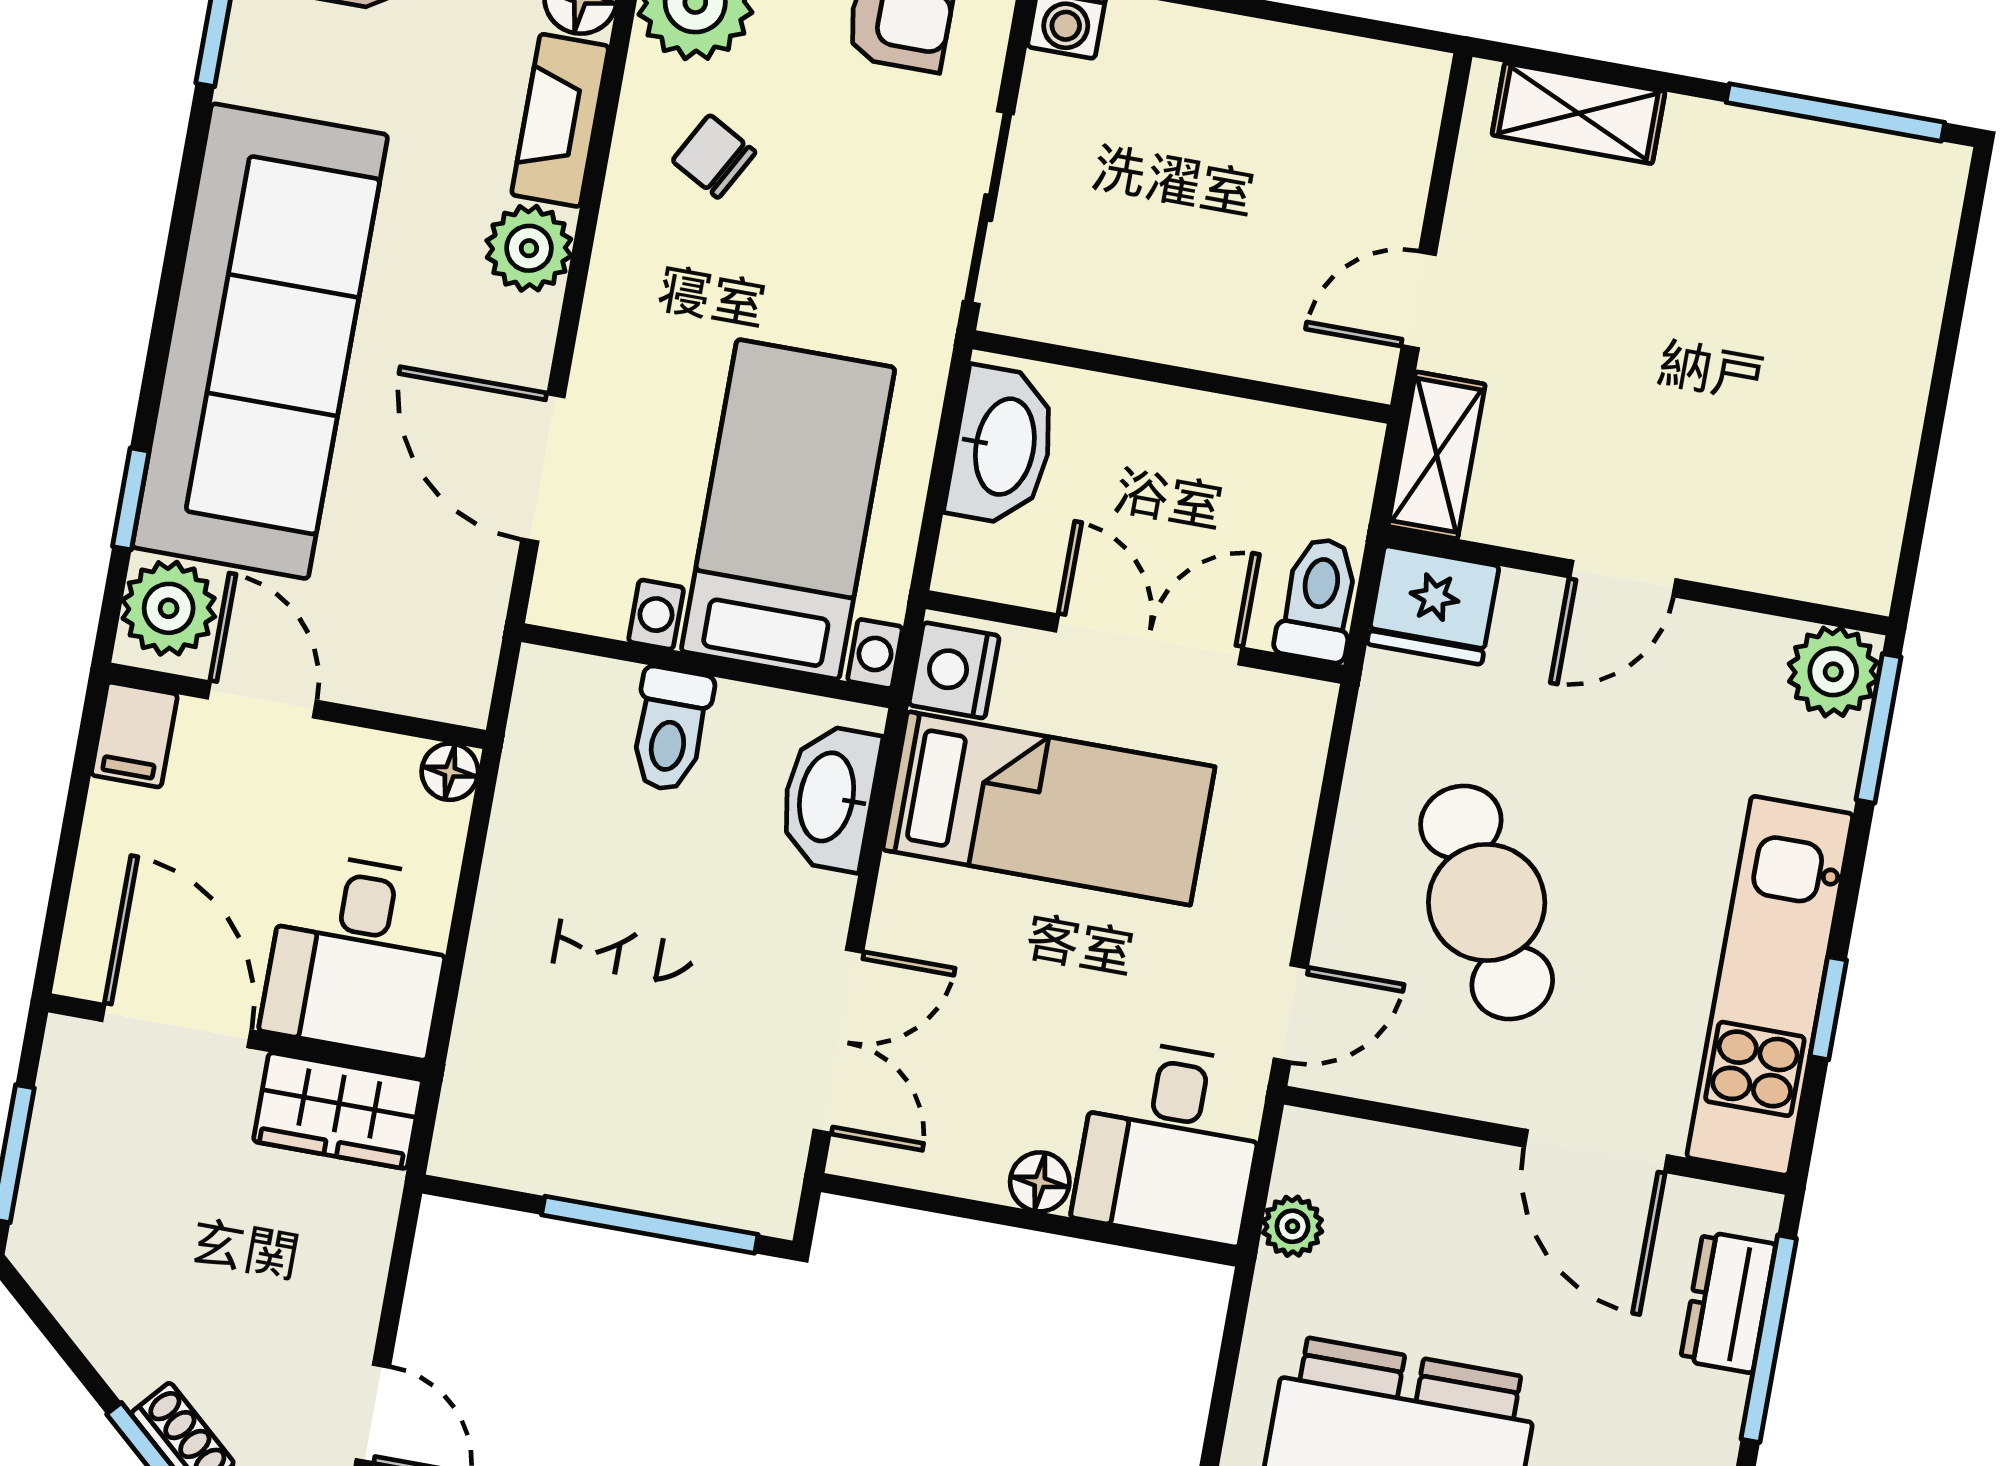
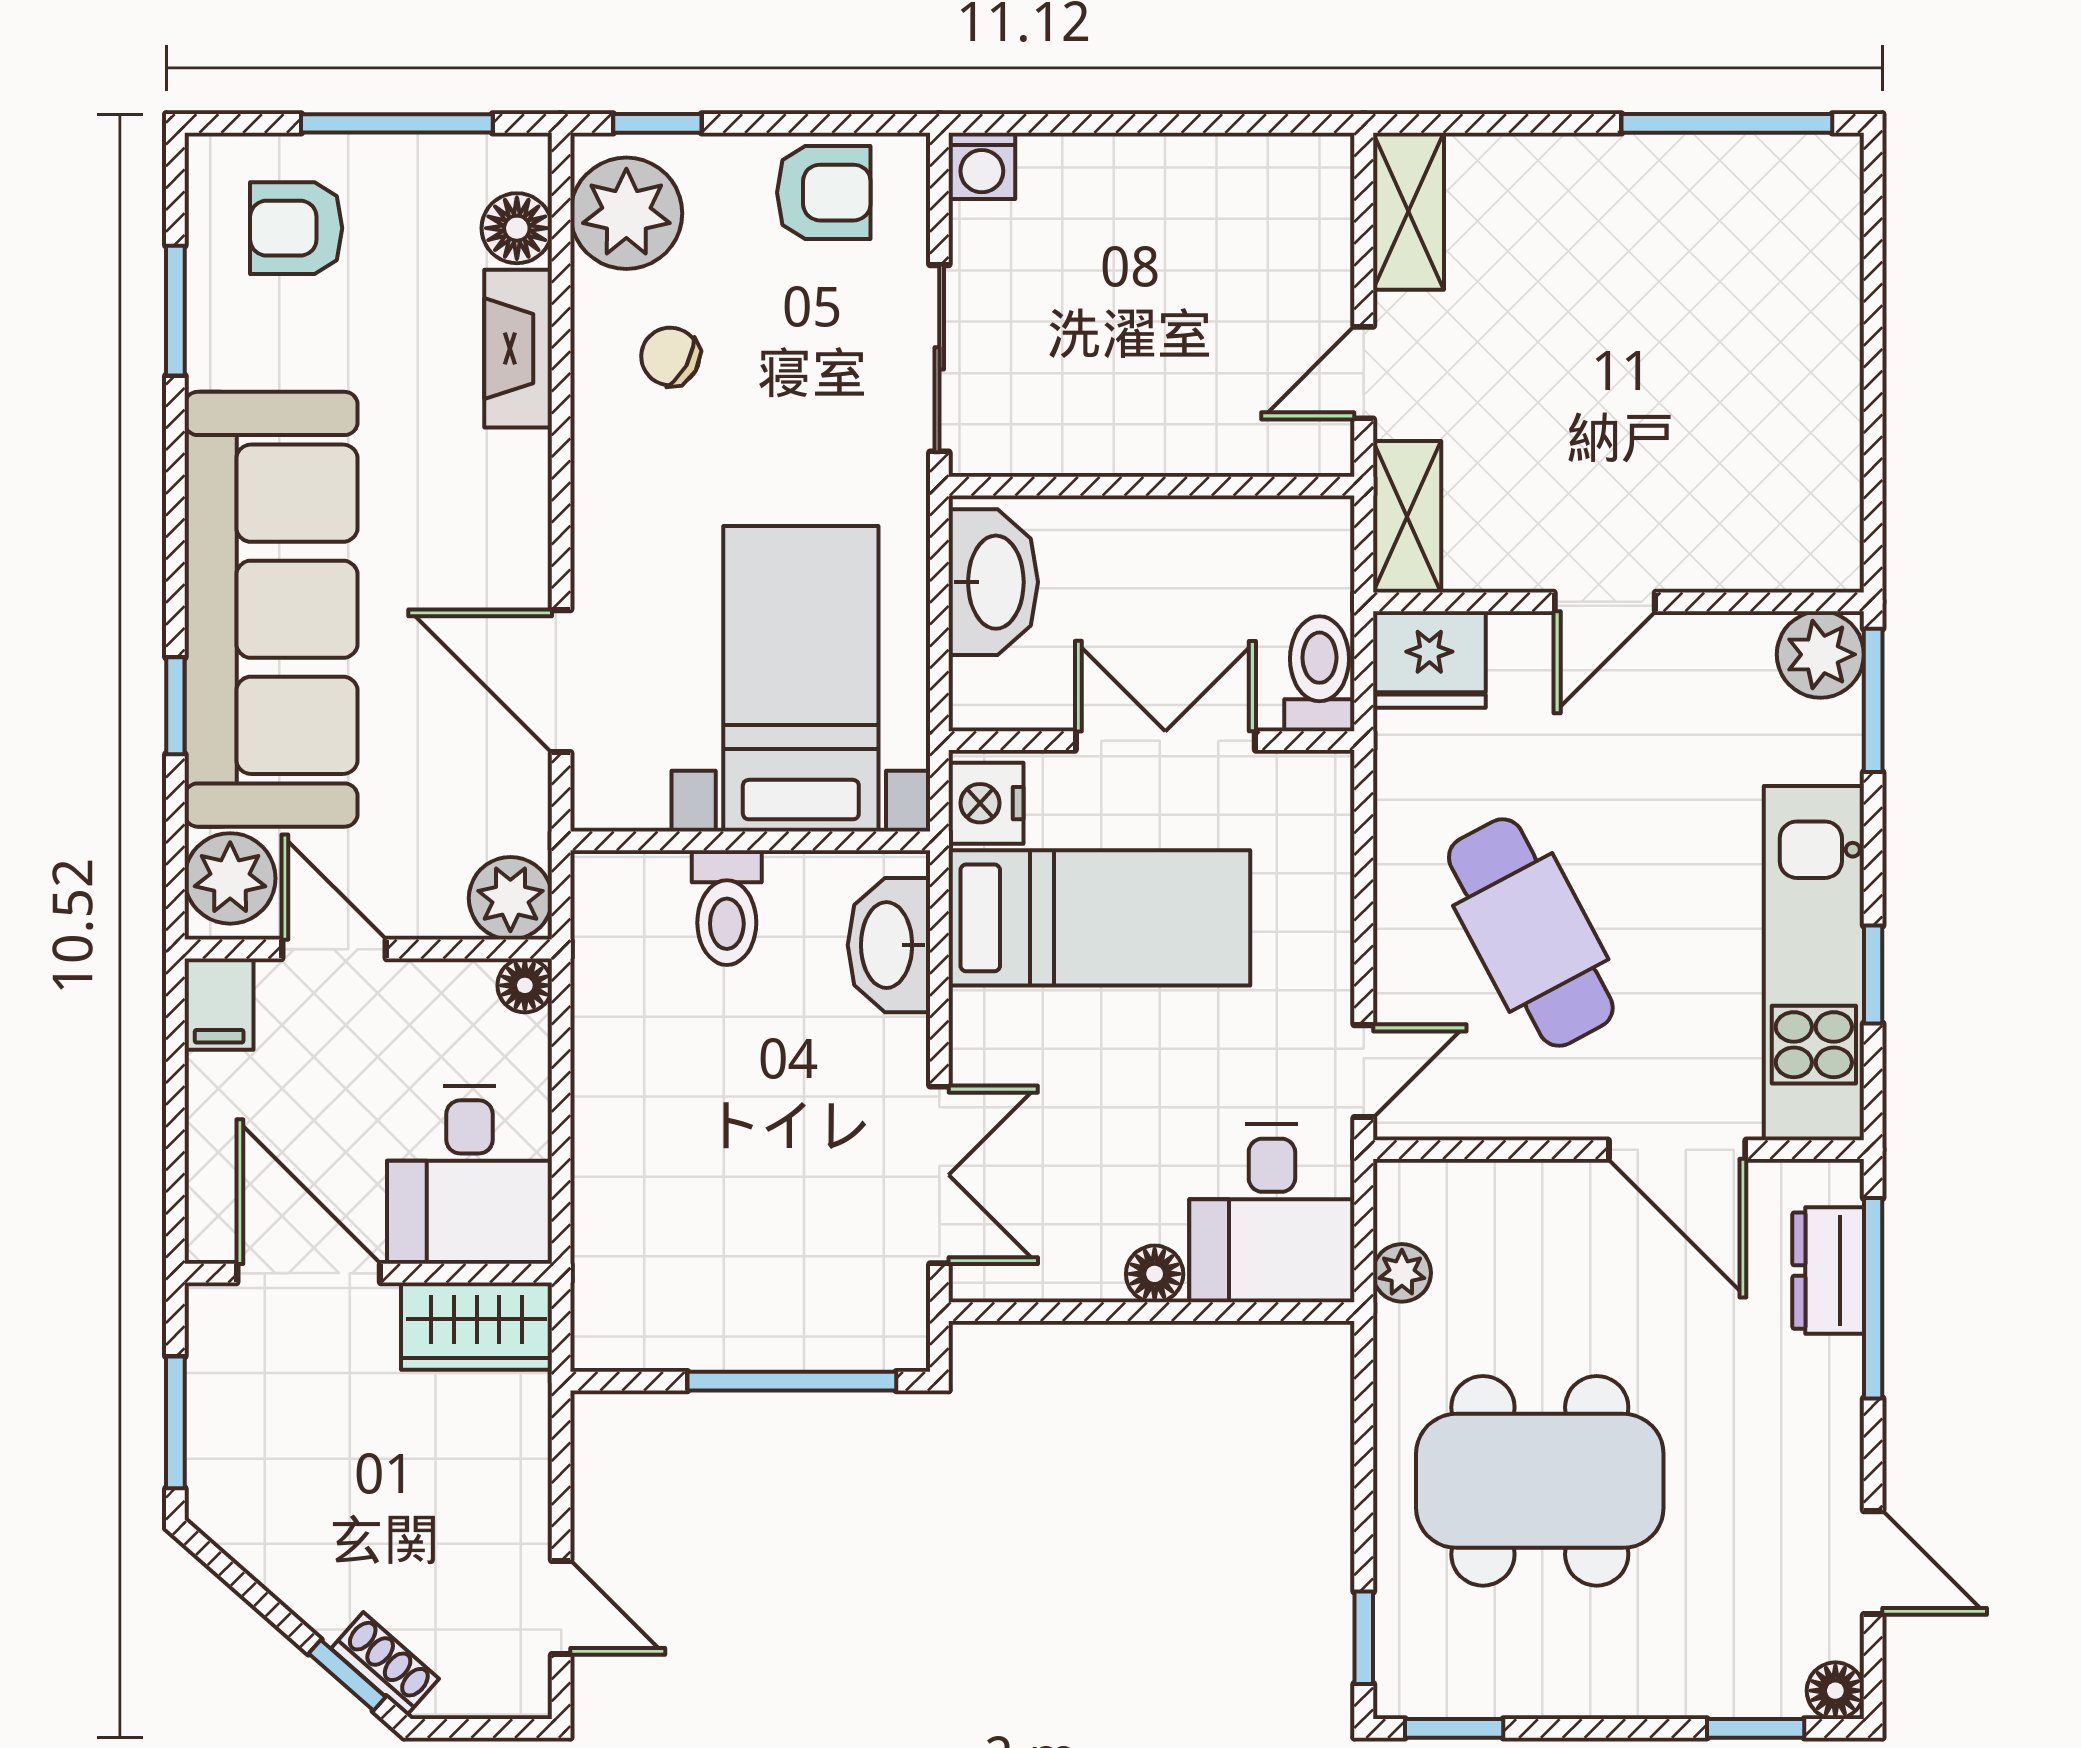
shelving: (1578, 113) -> (1408, 211), moved, turned 90
plant: (529, 248) -> (510, 898), moved
window: (131, 499) -> (175, 706), moved

